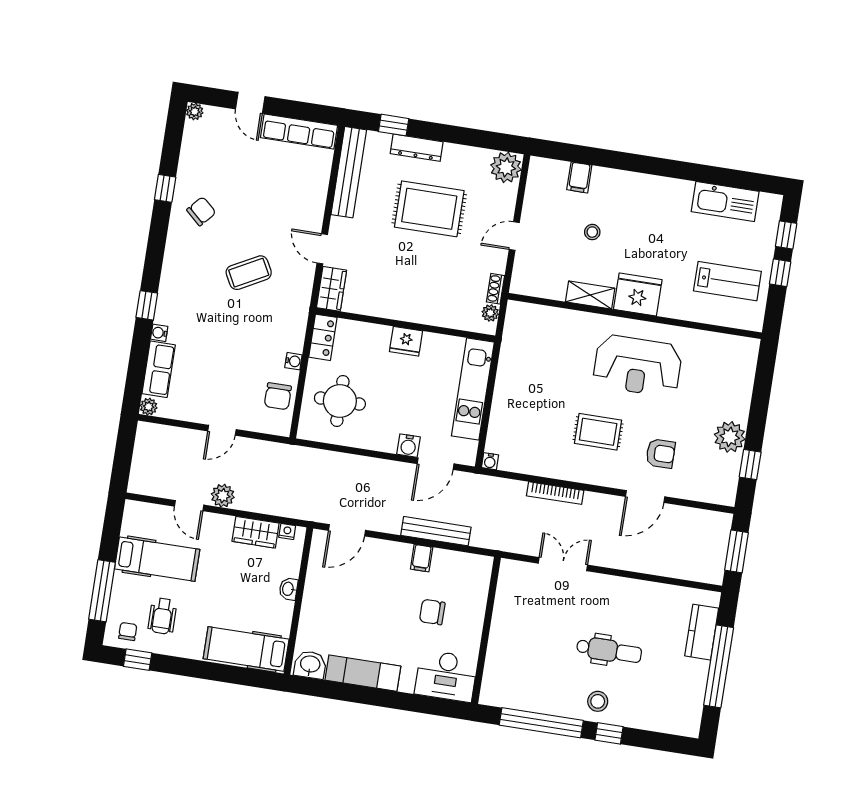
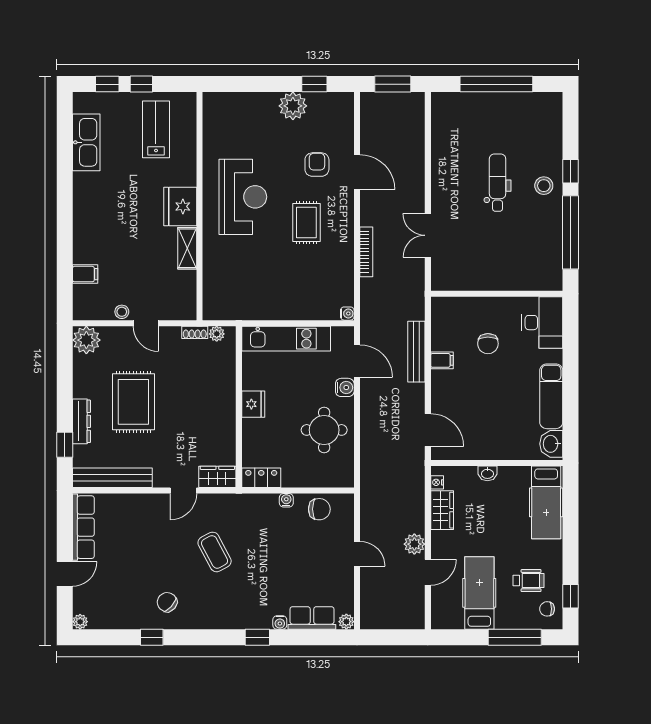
stool: (592, 232) -> (122, 312), moved
round table: (340, 401) -> (324, 430), moved
kitchen counter: (702, 632) -> (468, 104), removed

